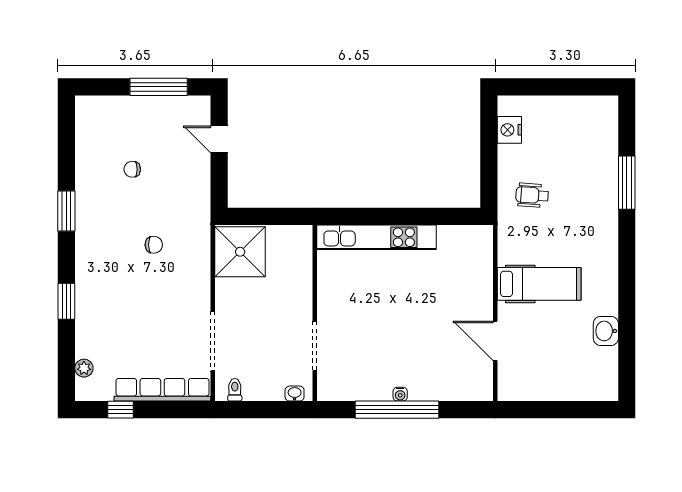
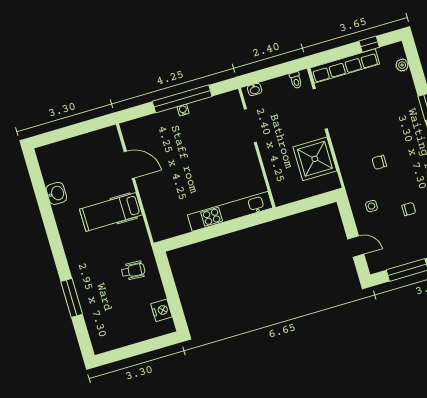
side table: (182, 188) -> (371, 206), added
shower: (240, 252) -> (315, 159), moved

